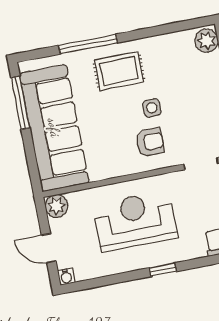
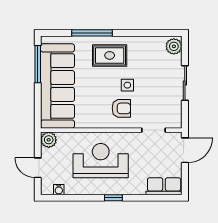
water cooler: (66, 277) -> (59, 190), moved

